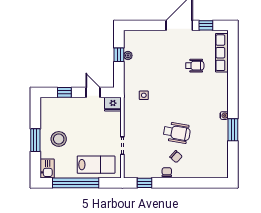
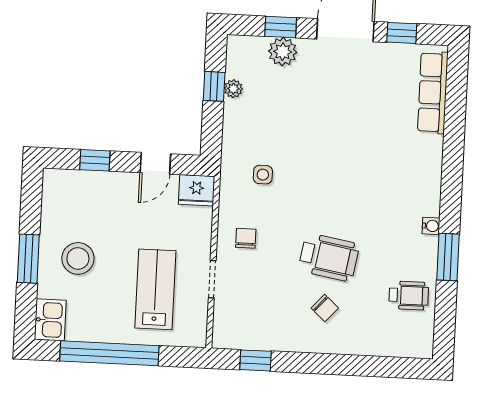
window: (149, 25) -> (281, 27), added
plant: (150, 37) -> (283, 52), added
wheelchair: (195, 66) -> (409, 295), moved
door: (93, 92) -> (155, 163), swing flipped
lab bench: (96, 165) -> (155, 289), moved, turned -90
chair: (167, 172) -> (246, 238), moved

